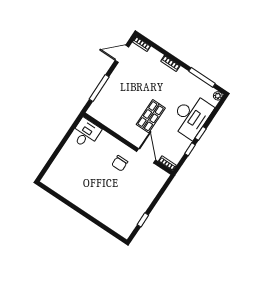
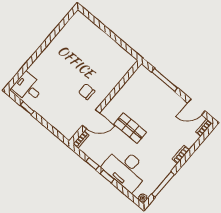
door: (122, 54) -> (196, 107), swing flipped
desk: (86, 133) -> (28, 88), moved, turned 180

